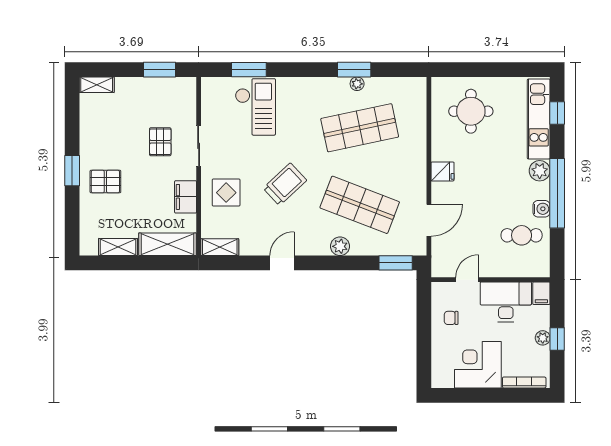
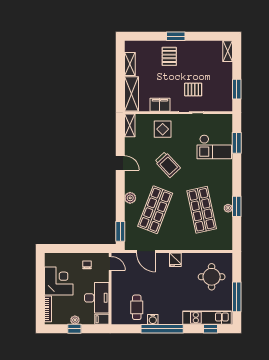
window: (504, 70) -> (237, 297), added
plant: (540, 171) -> (176, 318), removed
door: (467, 280) -> (110, 263), moved

